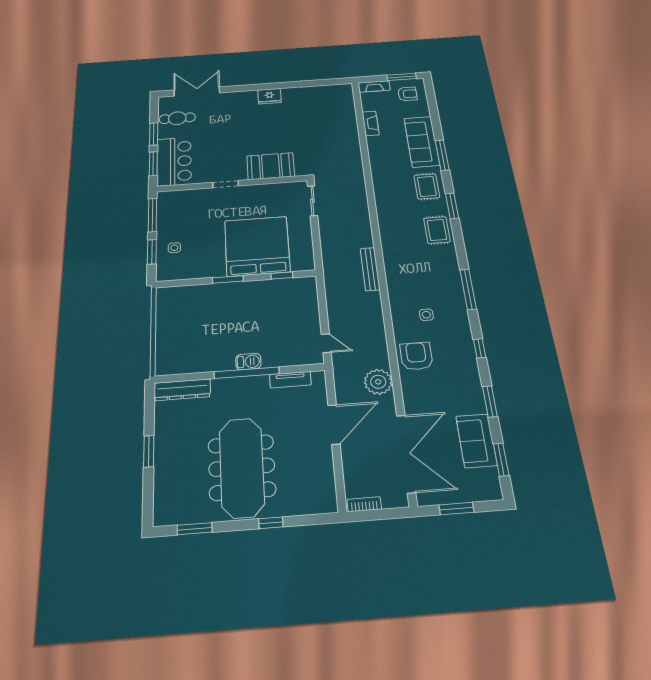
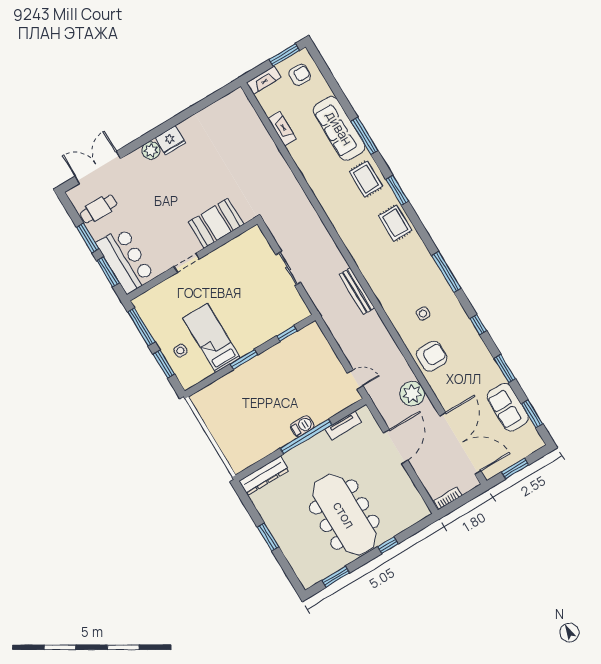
plant: (249, 97) -> (151, 150), added
sliding door: (312, 201) -> (288, 268), moved
bed: (257, 246) -> (211, 338), moved, width x0.49
armchair: (416, 356) -> (432, 356), turned 90

